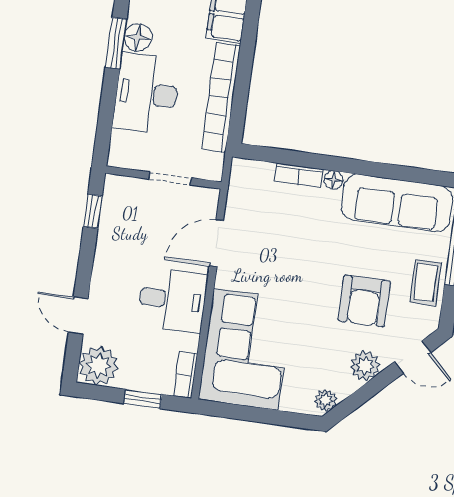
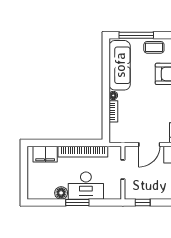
window: (116, 43) -> (77, 202), moved
door: (216, 243) -> (149, 144), hinge flipped

